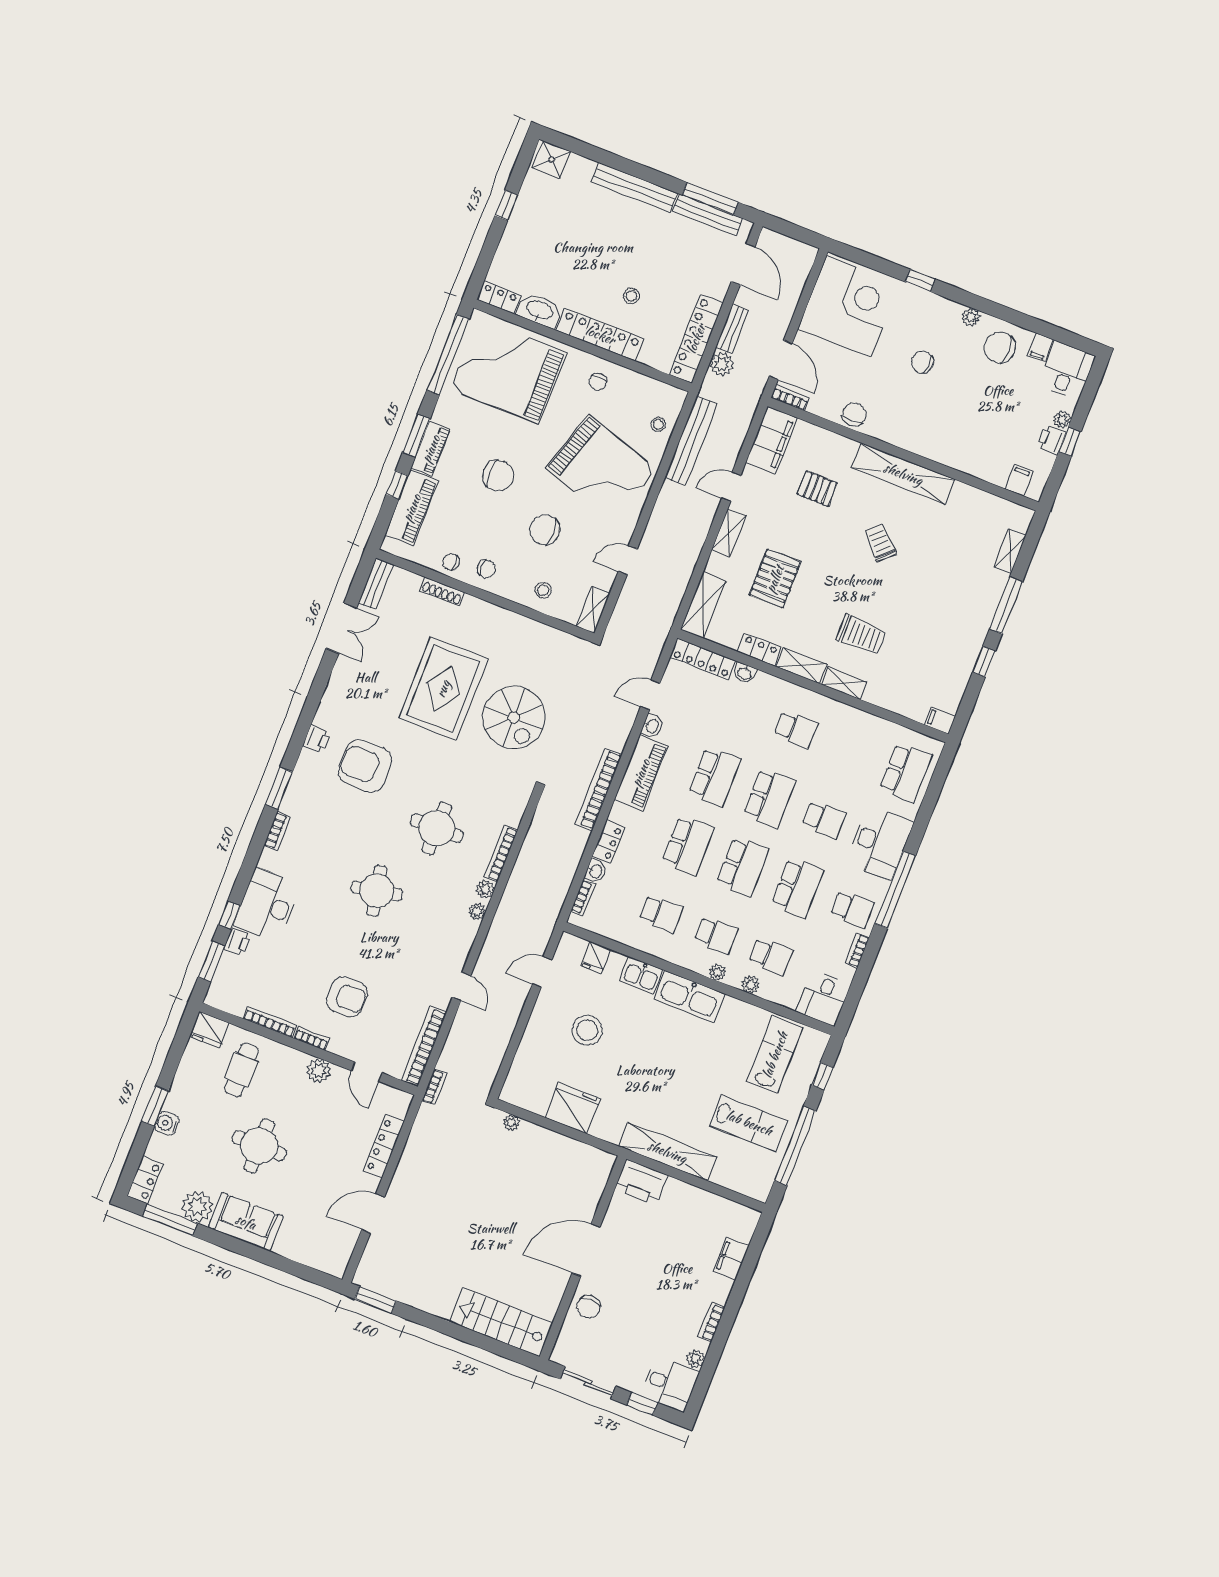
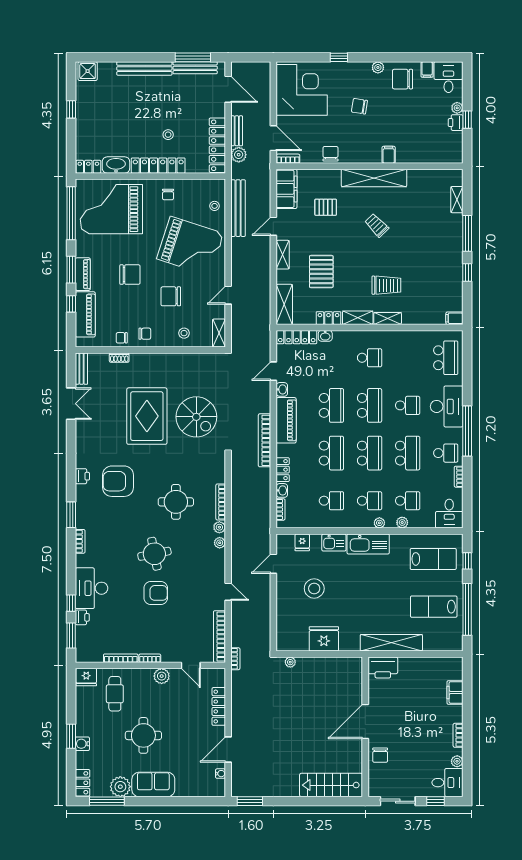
filing cabinet: (1019, 480) -> (389, 155), moved
shoe rack: (442, 591) -> (119, 358), width x0.70
armchair: (347, 997) -> (156, 593), moved
lab bench: (775, 1055) -> (433, 559), turned 90
lab bench: (749, 1123) -> (434, 607), turned 180
water cooler: (349, 1244) -> (220, 774), added

